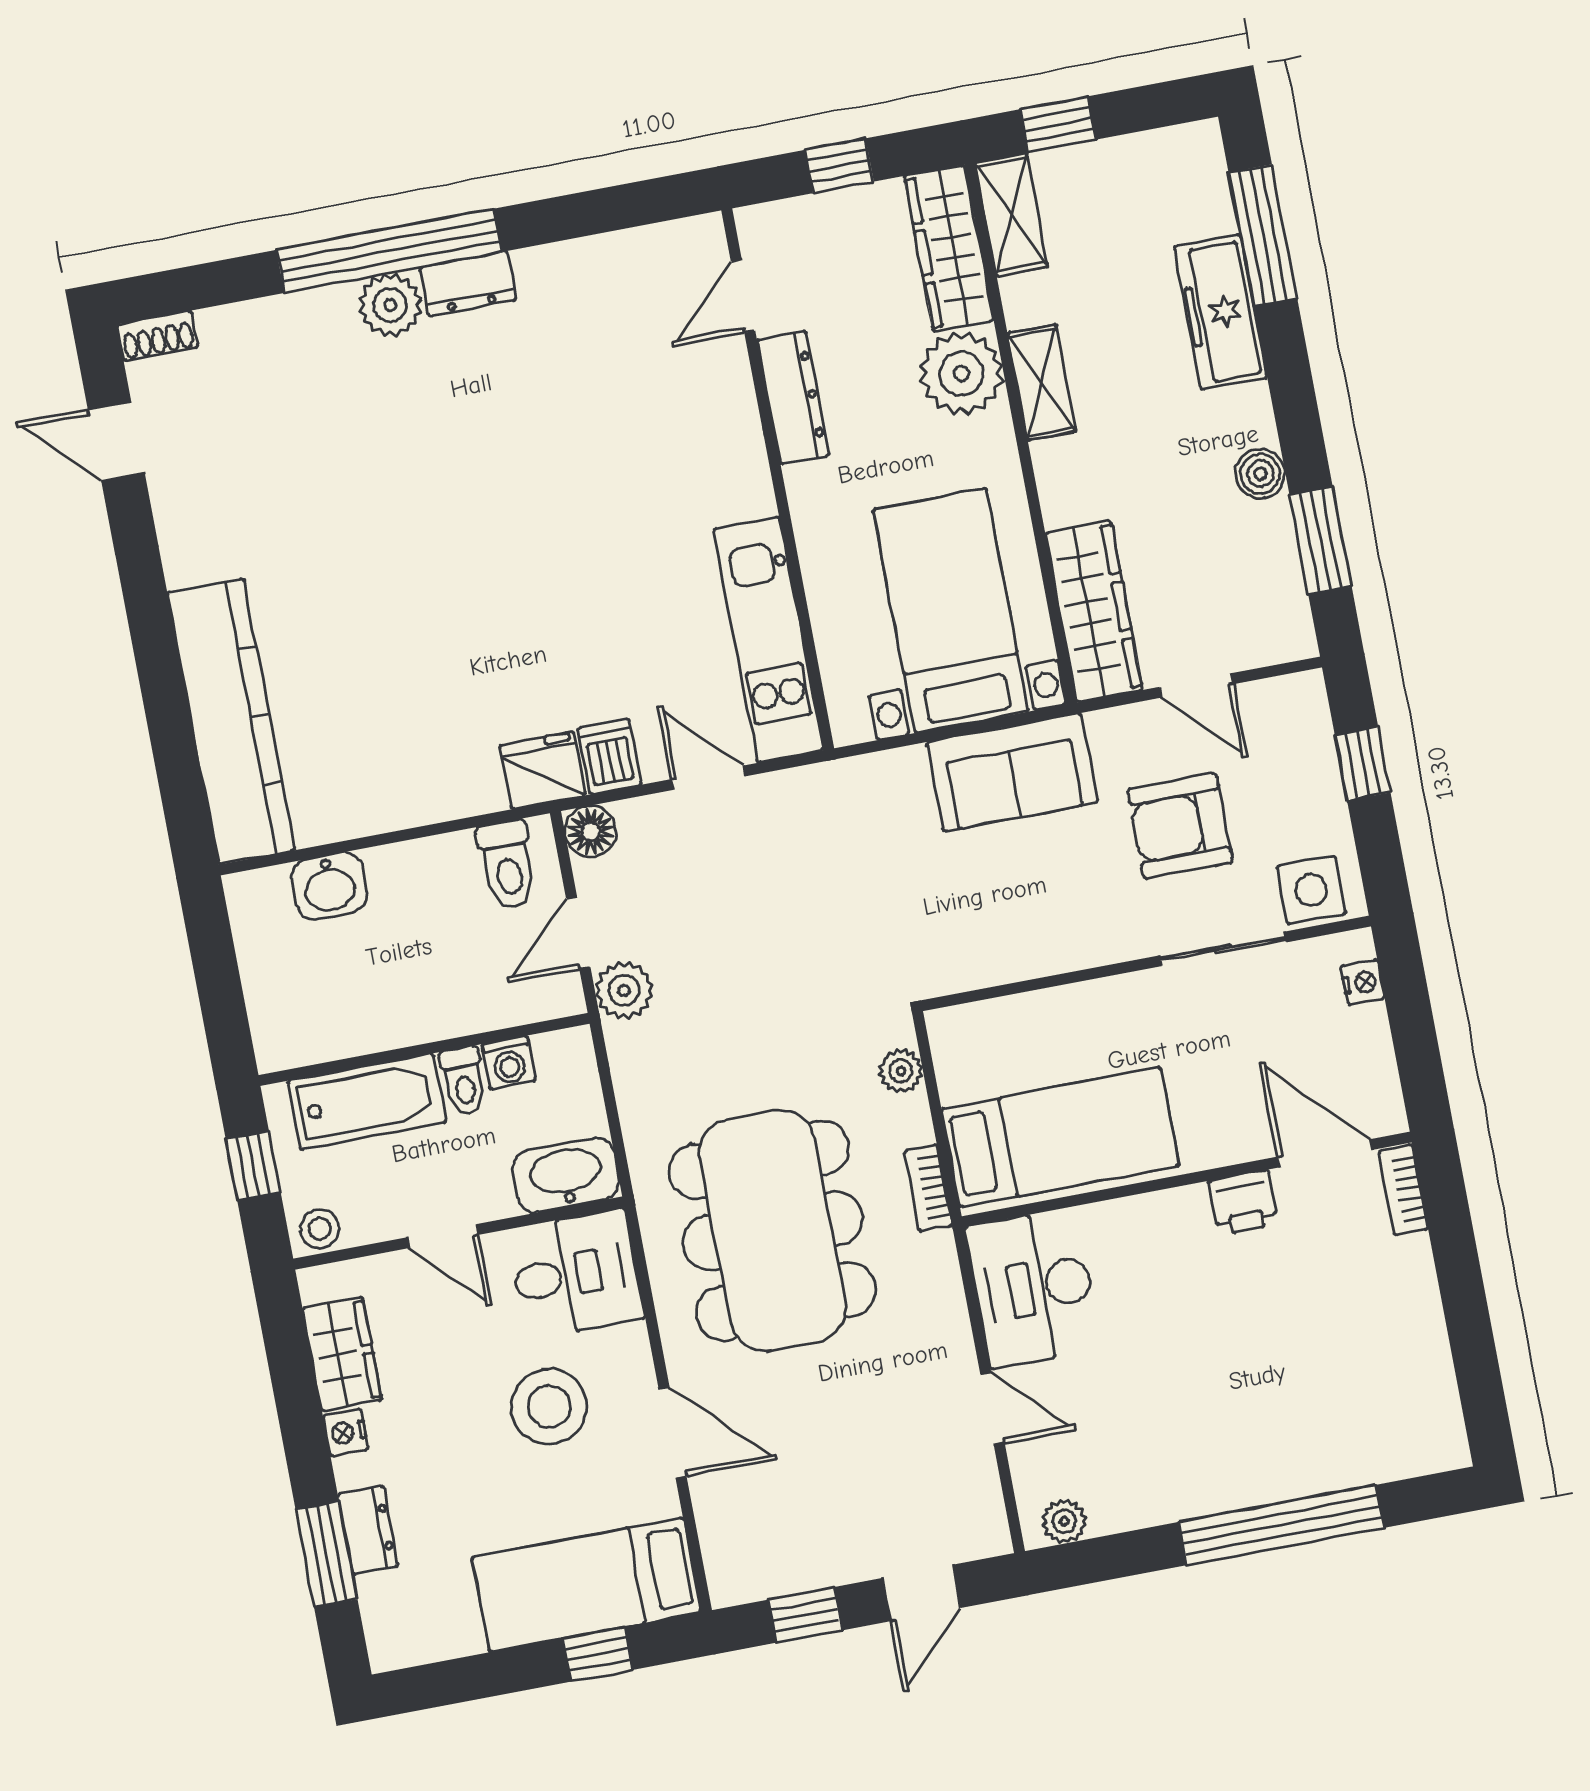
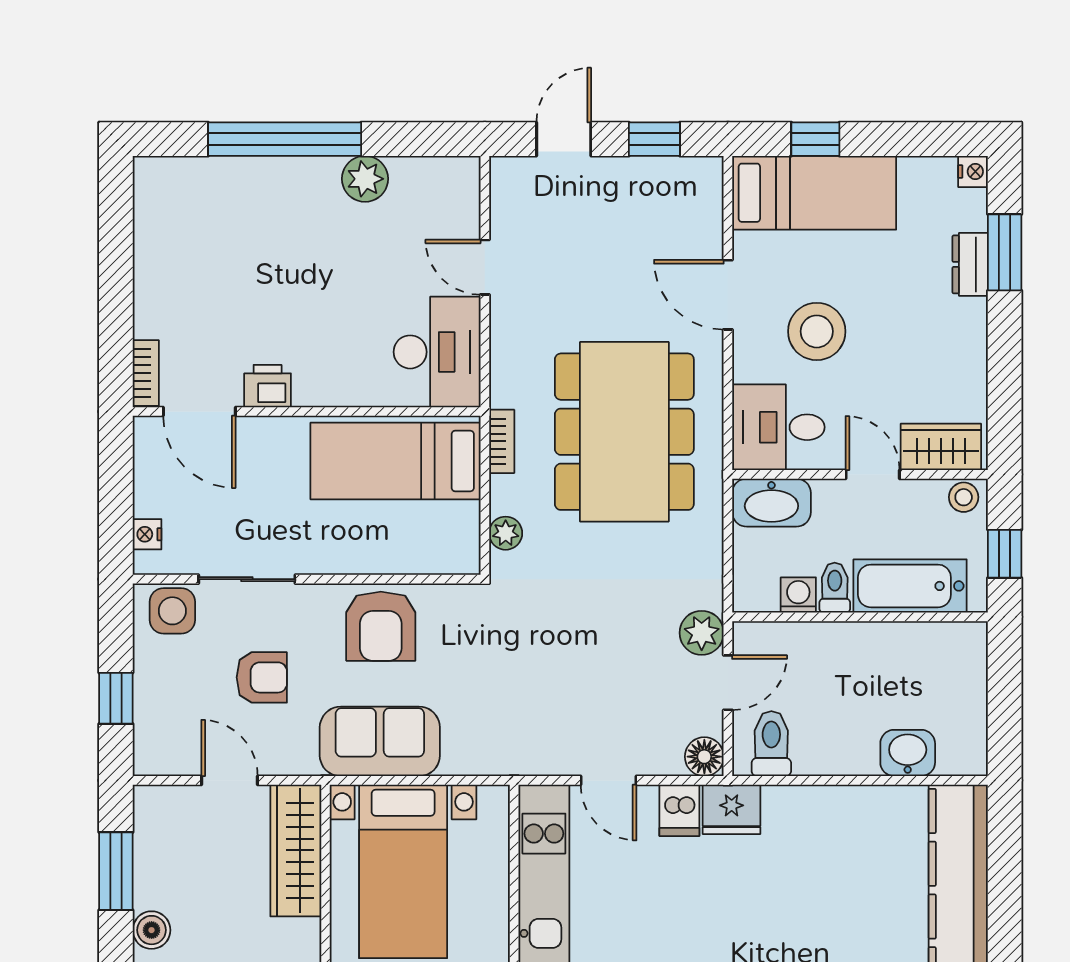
armchair: (1180, 826) -> (262, 677), width x0.72, depth x0.72
armchair: (1039, 921) -> (381, 626), added
wardrobe: (342, 1354) -> (941, 447), moved, turned 90
nightstand: (346, 1432) -> (973, 172), moved
plant: (1064, 1521) -> (365, 179), moved, width x1.38, depth x1.38

